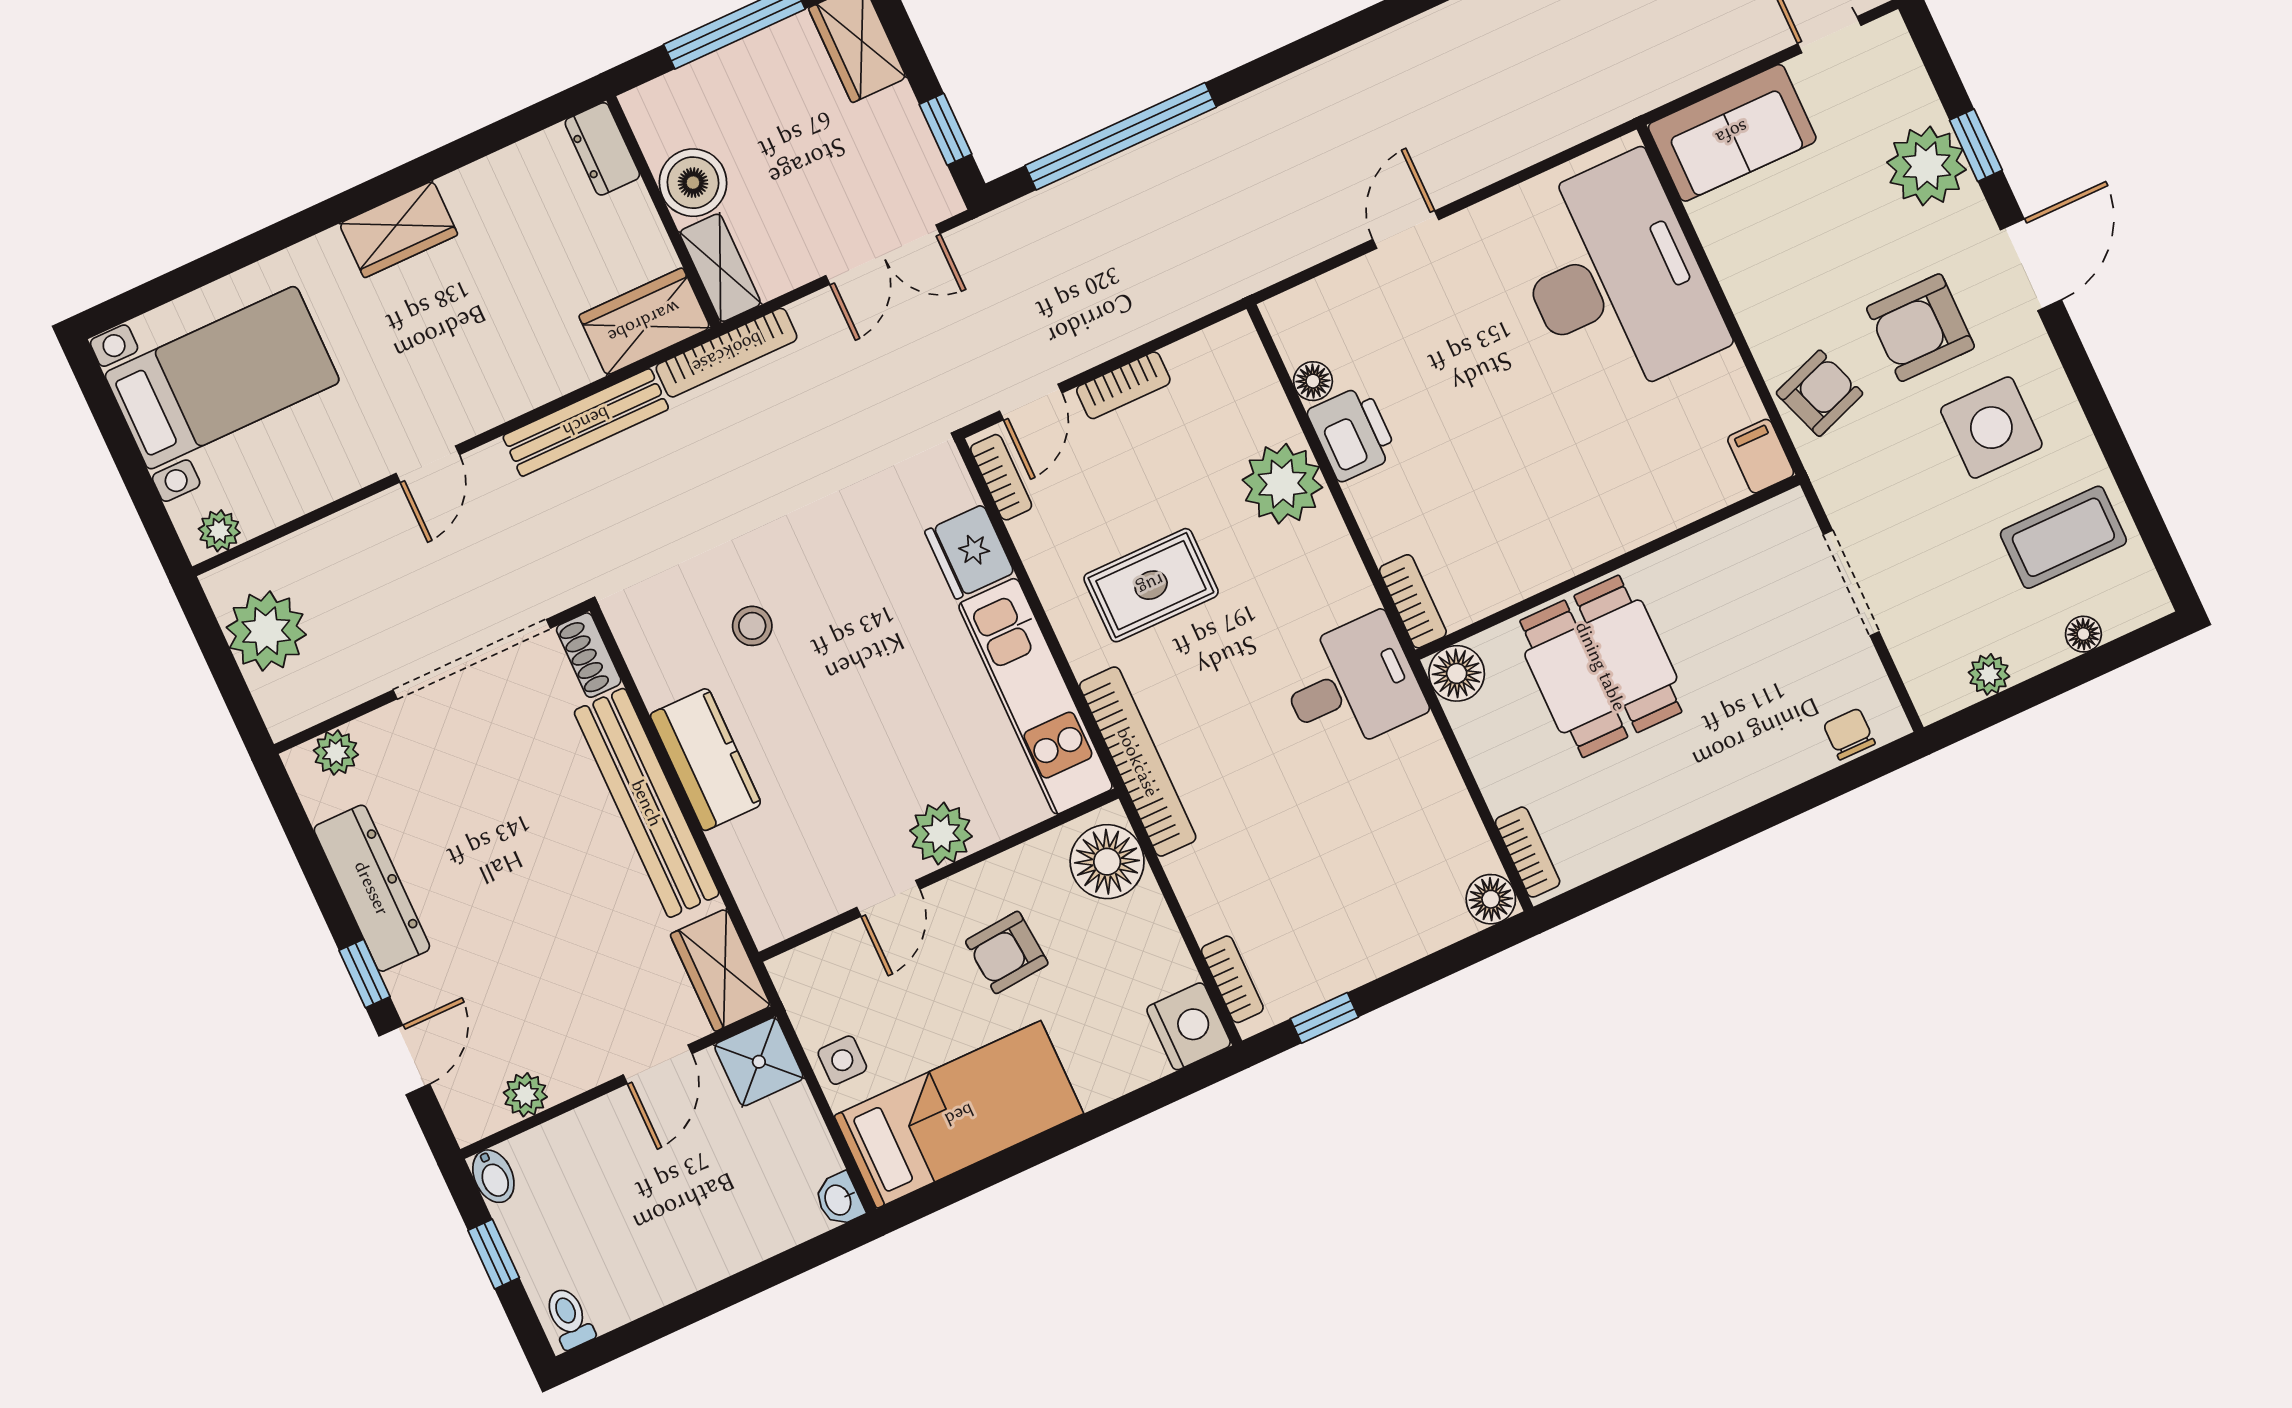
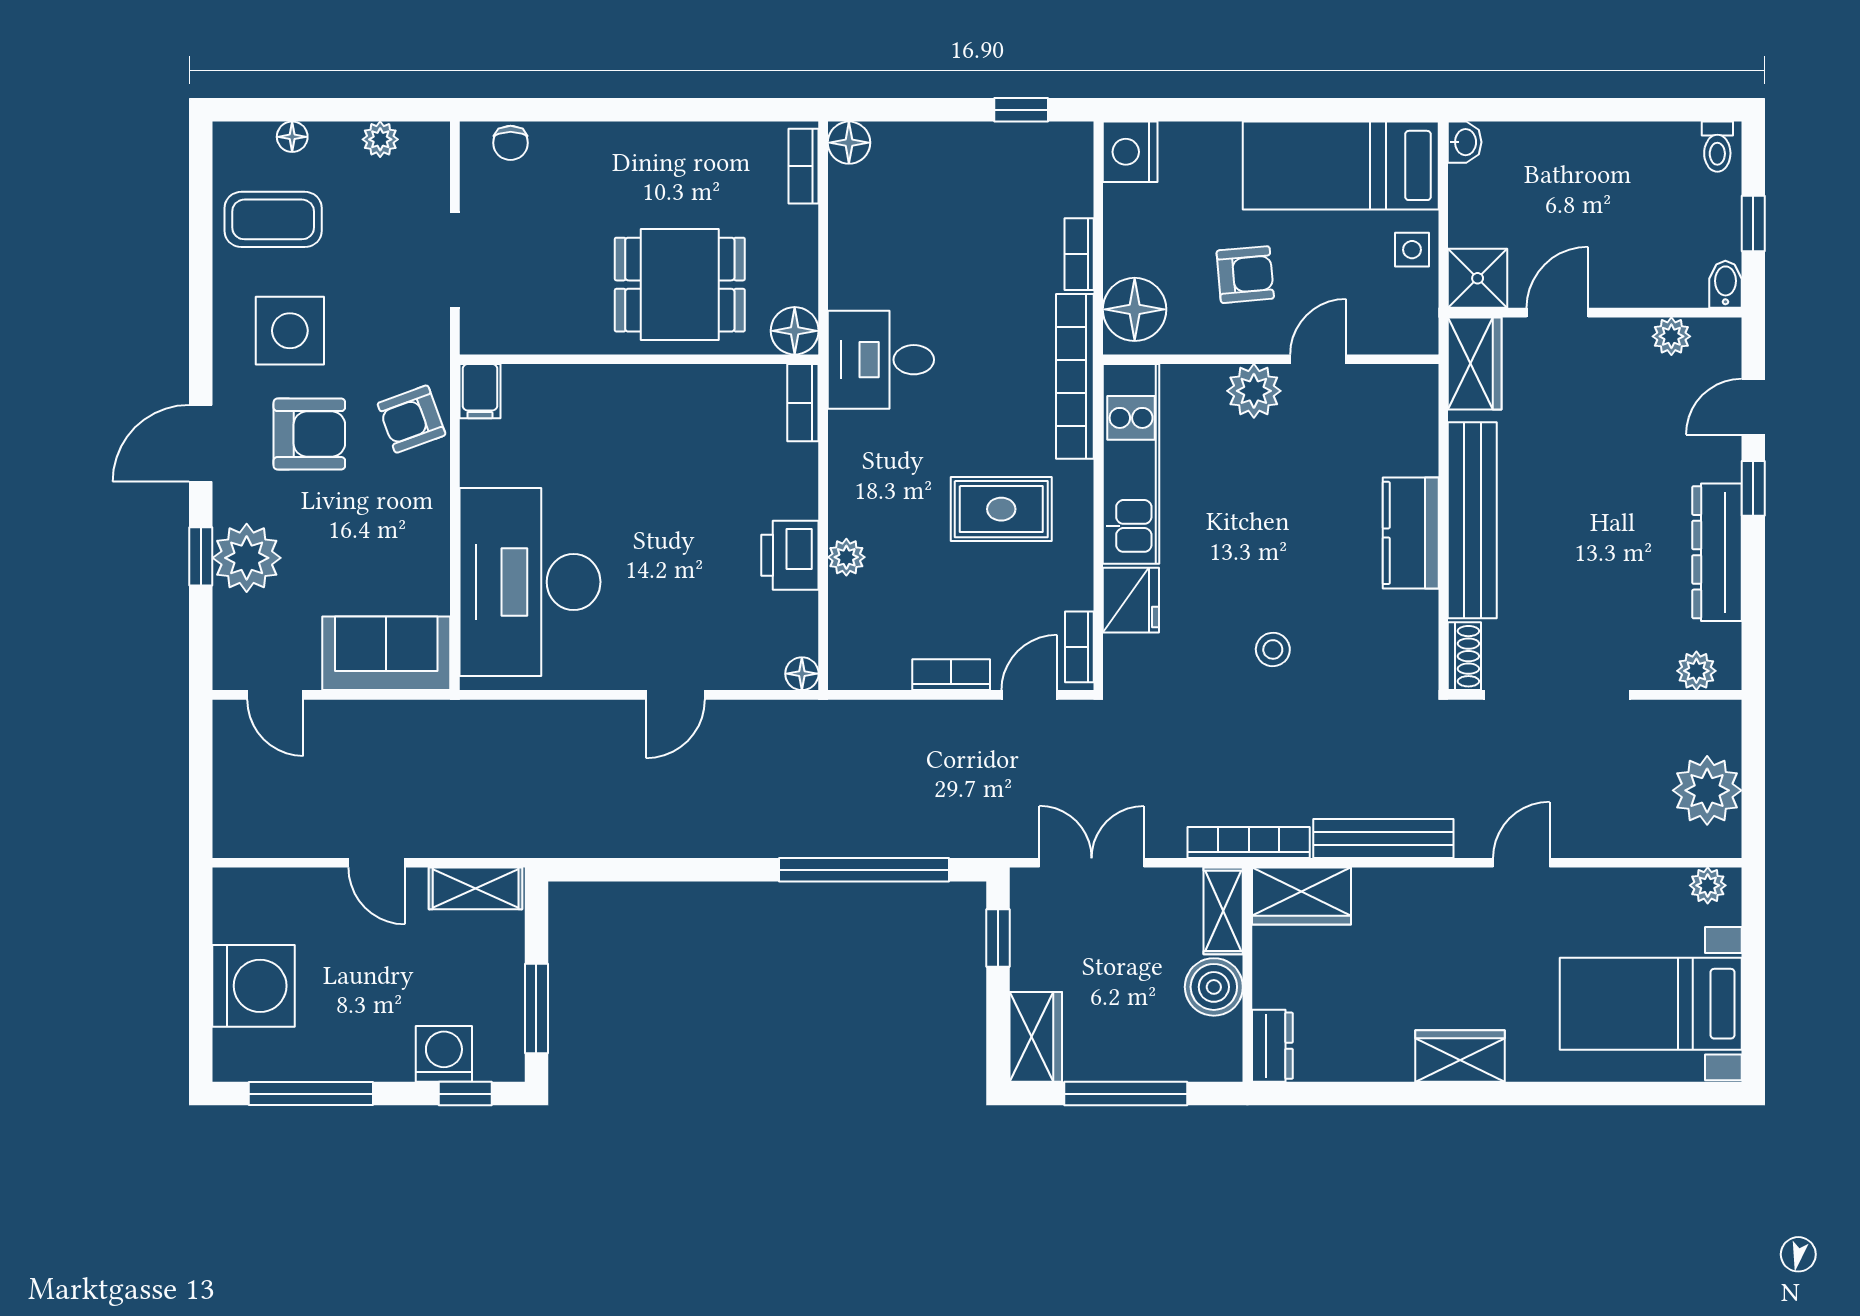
floor lamp: (1313, 381) -> (802, 674), moved
plant: (1282, 484) -> (846, 557), width x0.53, depth x0.53
stool: (752, 626) -> (1273, 649), moved
dining table: (1601, 666) -> (680, 285), turned 90
bookcase: (1232, 979) -> (1079, 254), moved

